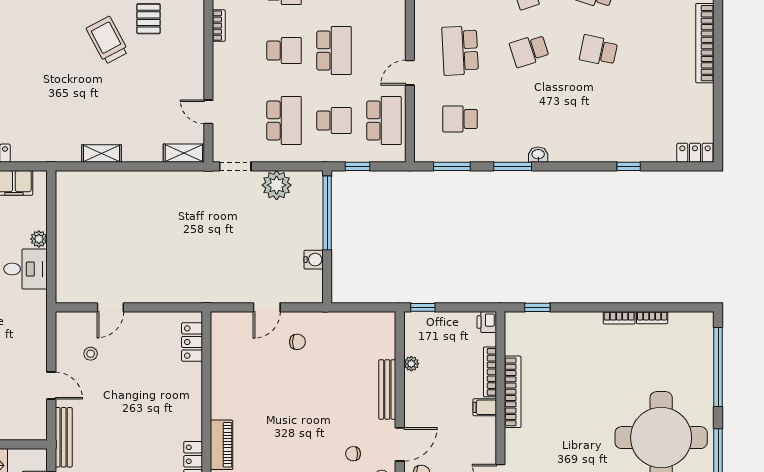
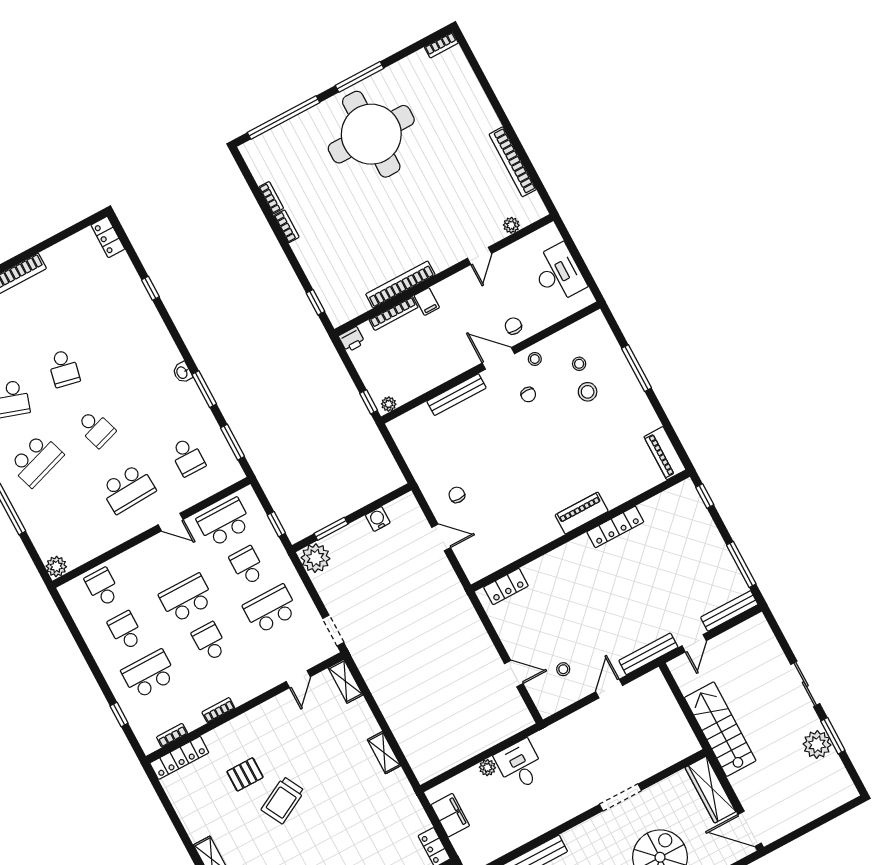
plant: (277, 185) -> (315, 558), moved
window: (327, 213) -> (331, 529), width x0.47
plant: (411, 364) -> (389, 404), moved

